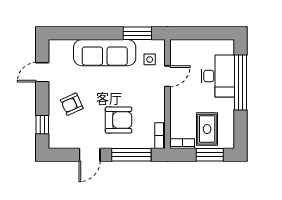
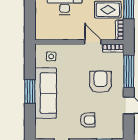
window: (137, 33) -> (30, 92), moved
door: (168, 76) -> (93, 42), moved
armchair: (72, 104) -> (88, 120), turned -66

